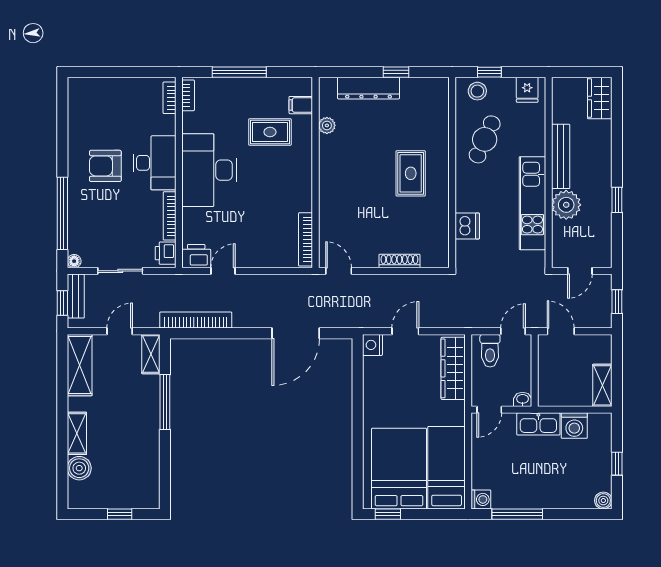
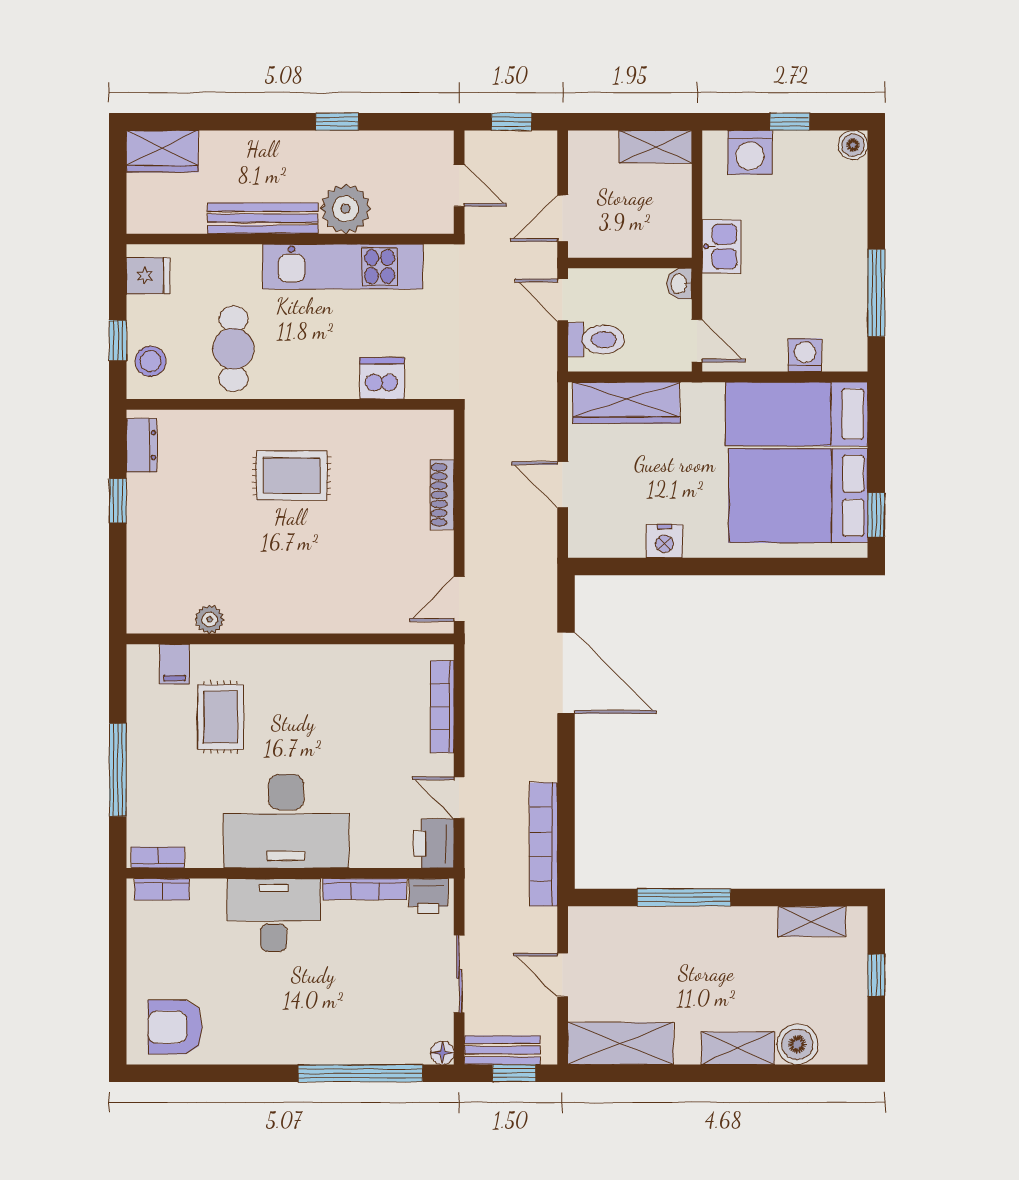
dresser: (369, 88) -> (142, 445), moved, width x0.51, depth x0.80
cafe table: (485, 139) -> (233, 349), turned 66
armchair: (105, 166) -> (175, 1027), moved, turned 90
bookcase: (306, 239) -> (442, 707), moved, turned 90
nightstand: (373, 345) -> (664, 541), moved
shelving: (151, 354) -> (812, 921), moved
kitchen sink: (538, 424) -> (722, 246), width x0.73
washing machine: (574, 426) -> (750, 152), moved, turned 90
washing machine: (481, 499) -> (805, 355), moved

